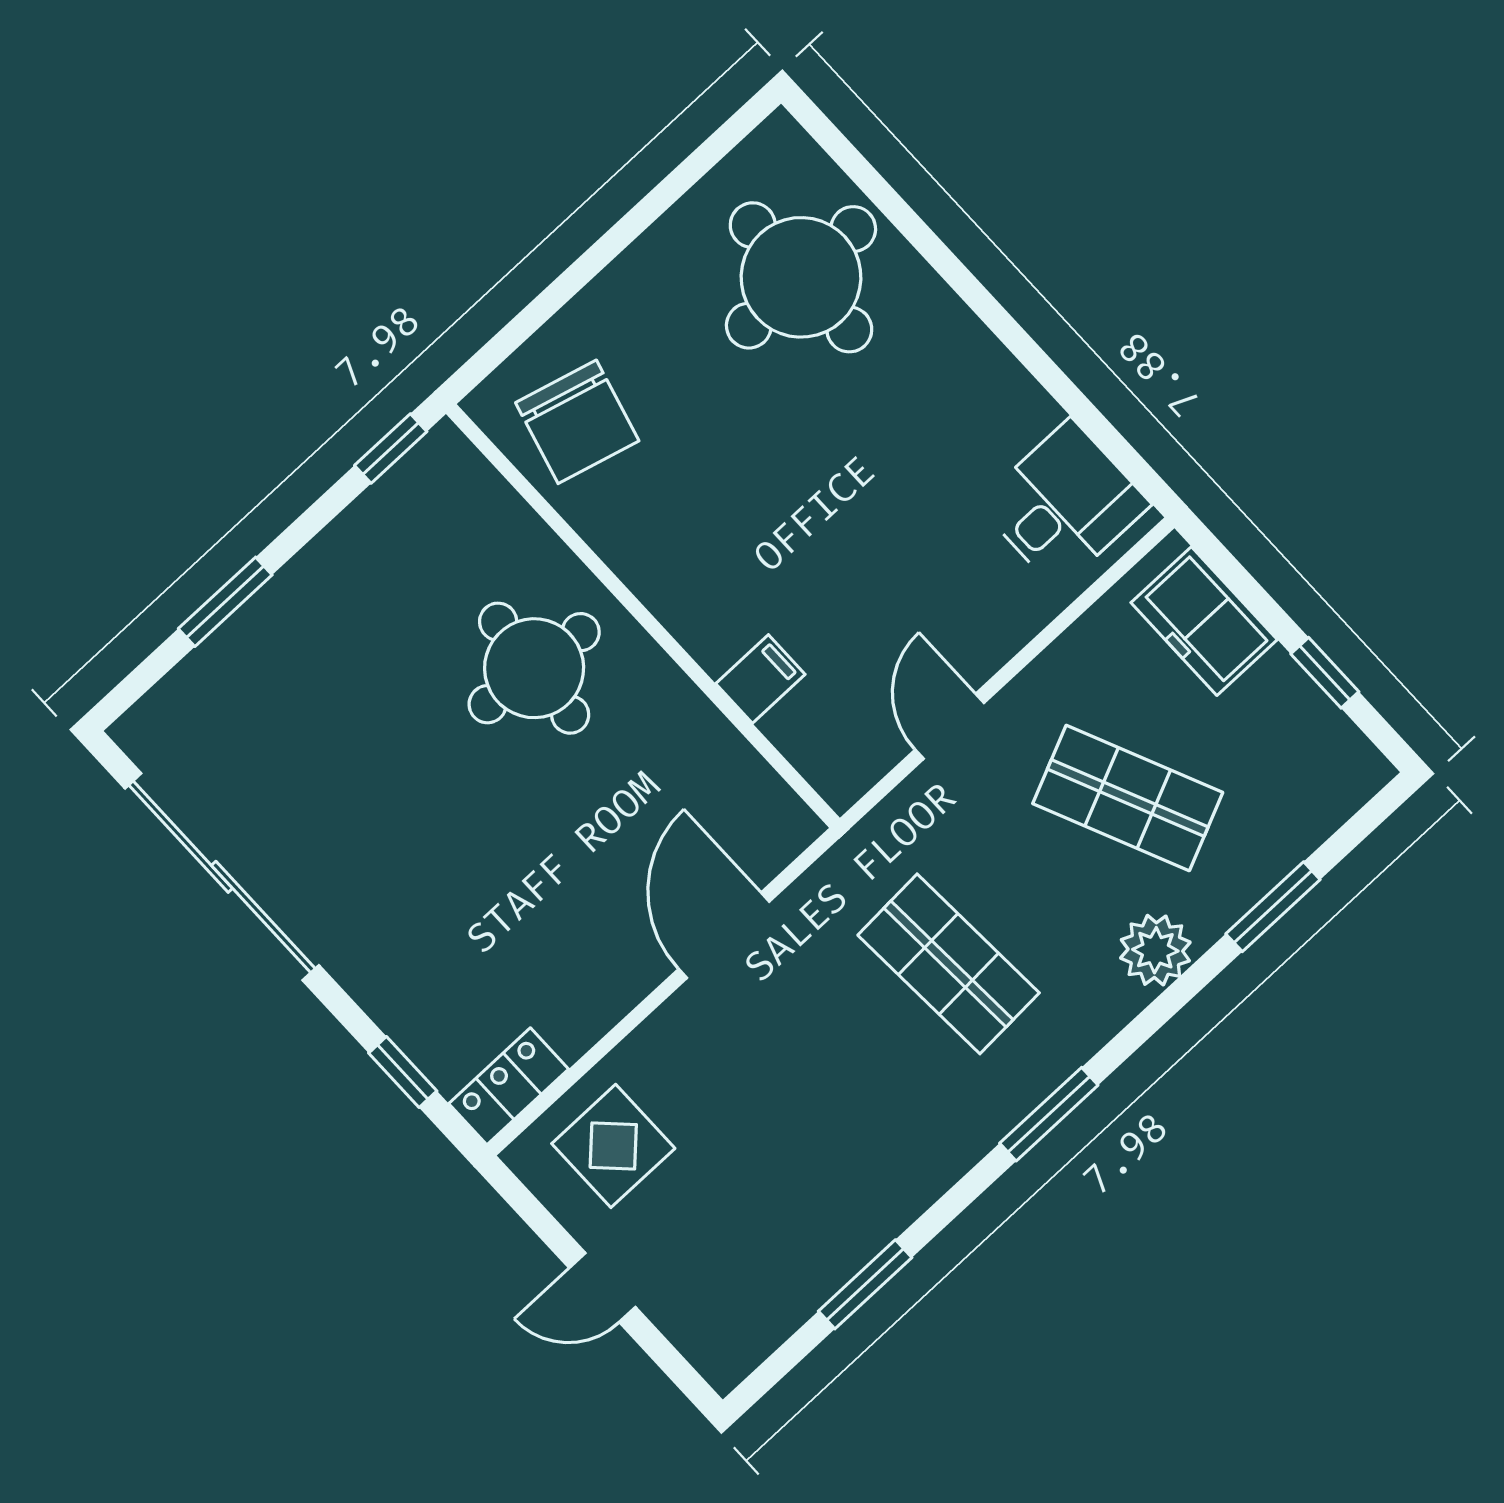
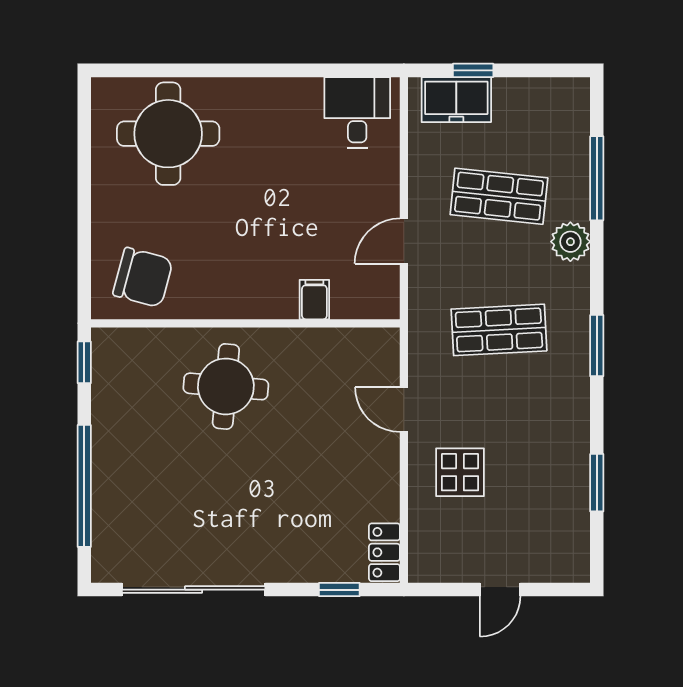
window: (225, 602) -> (84, 486), width x2.11
window: (1325, 673) -> (473, 70), moved
door: (950, 726) -> (404, 241), hinge flipped
shop shelf: (1128, 798) -> (499, 196), turned 30
window: (1273, 907) -> (597, 178), width x1.44
door: (724, 935) -> (404, 409), width x0.73
display table: (613, 1146) -> (460, 472), moved

